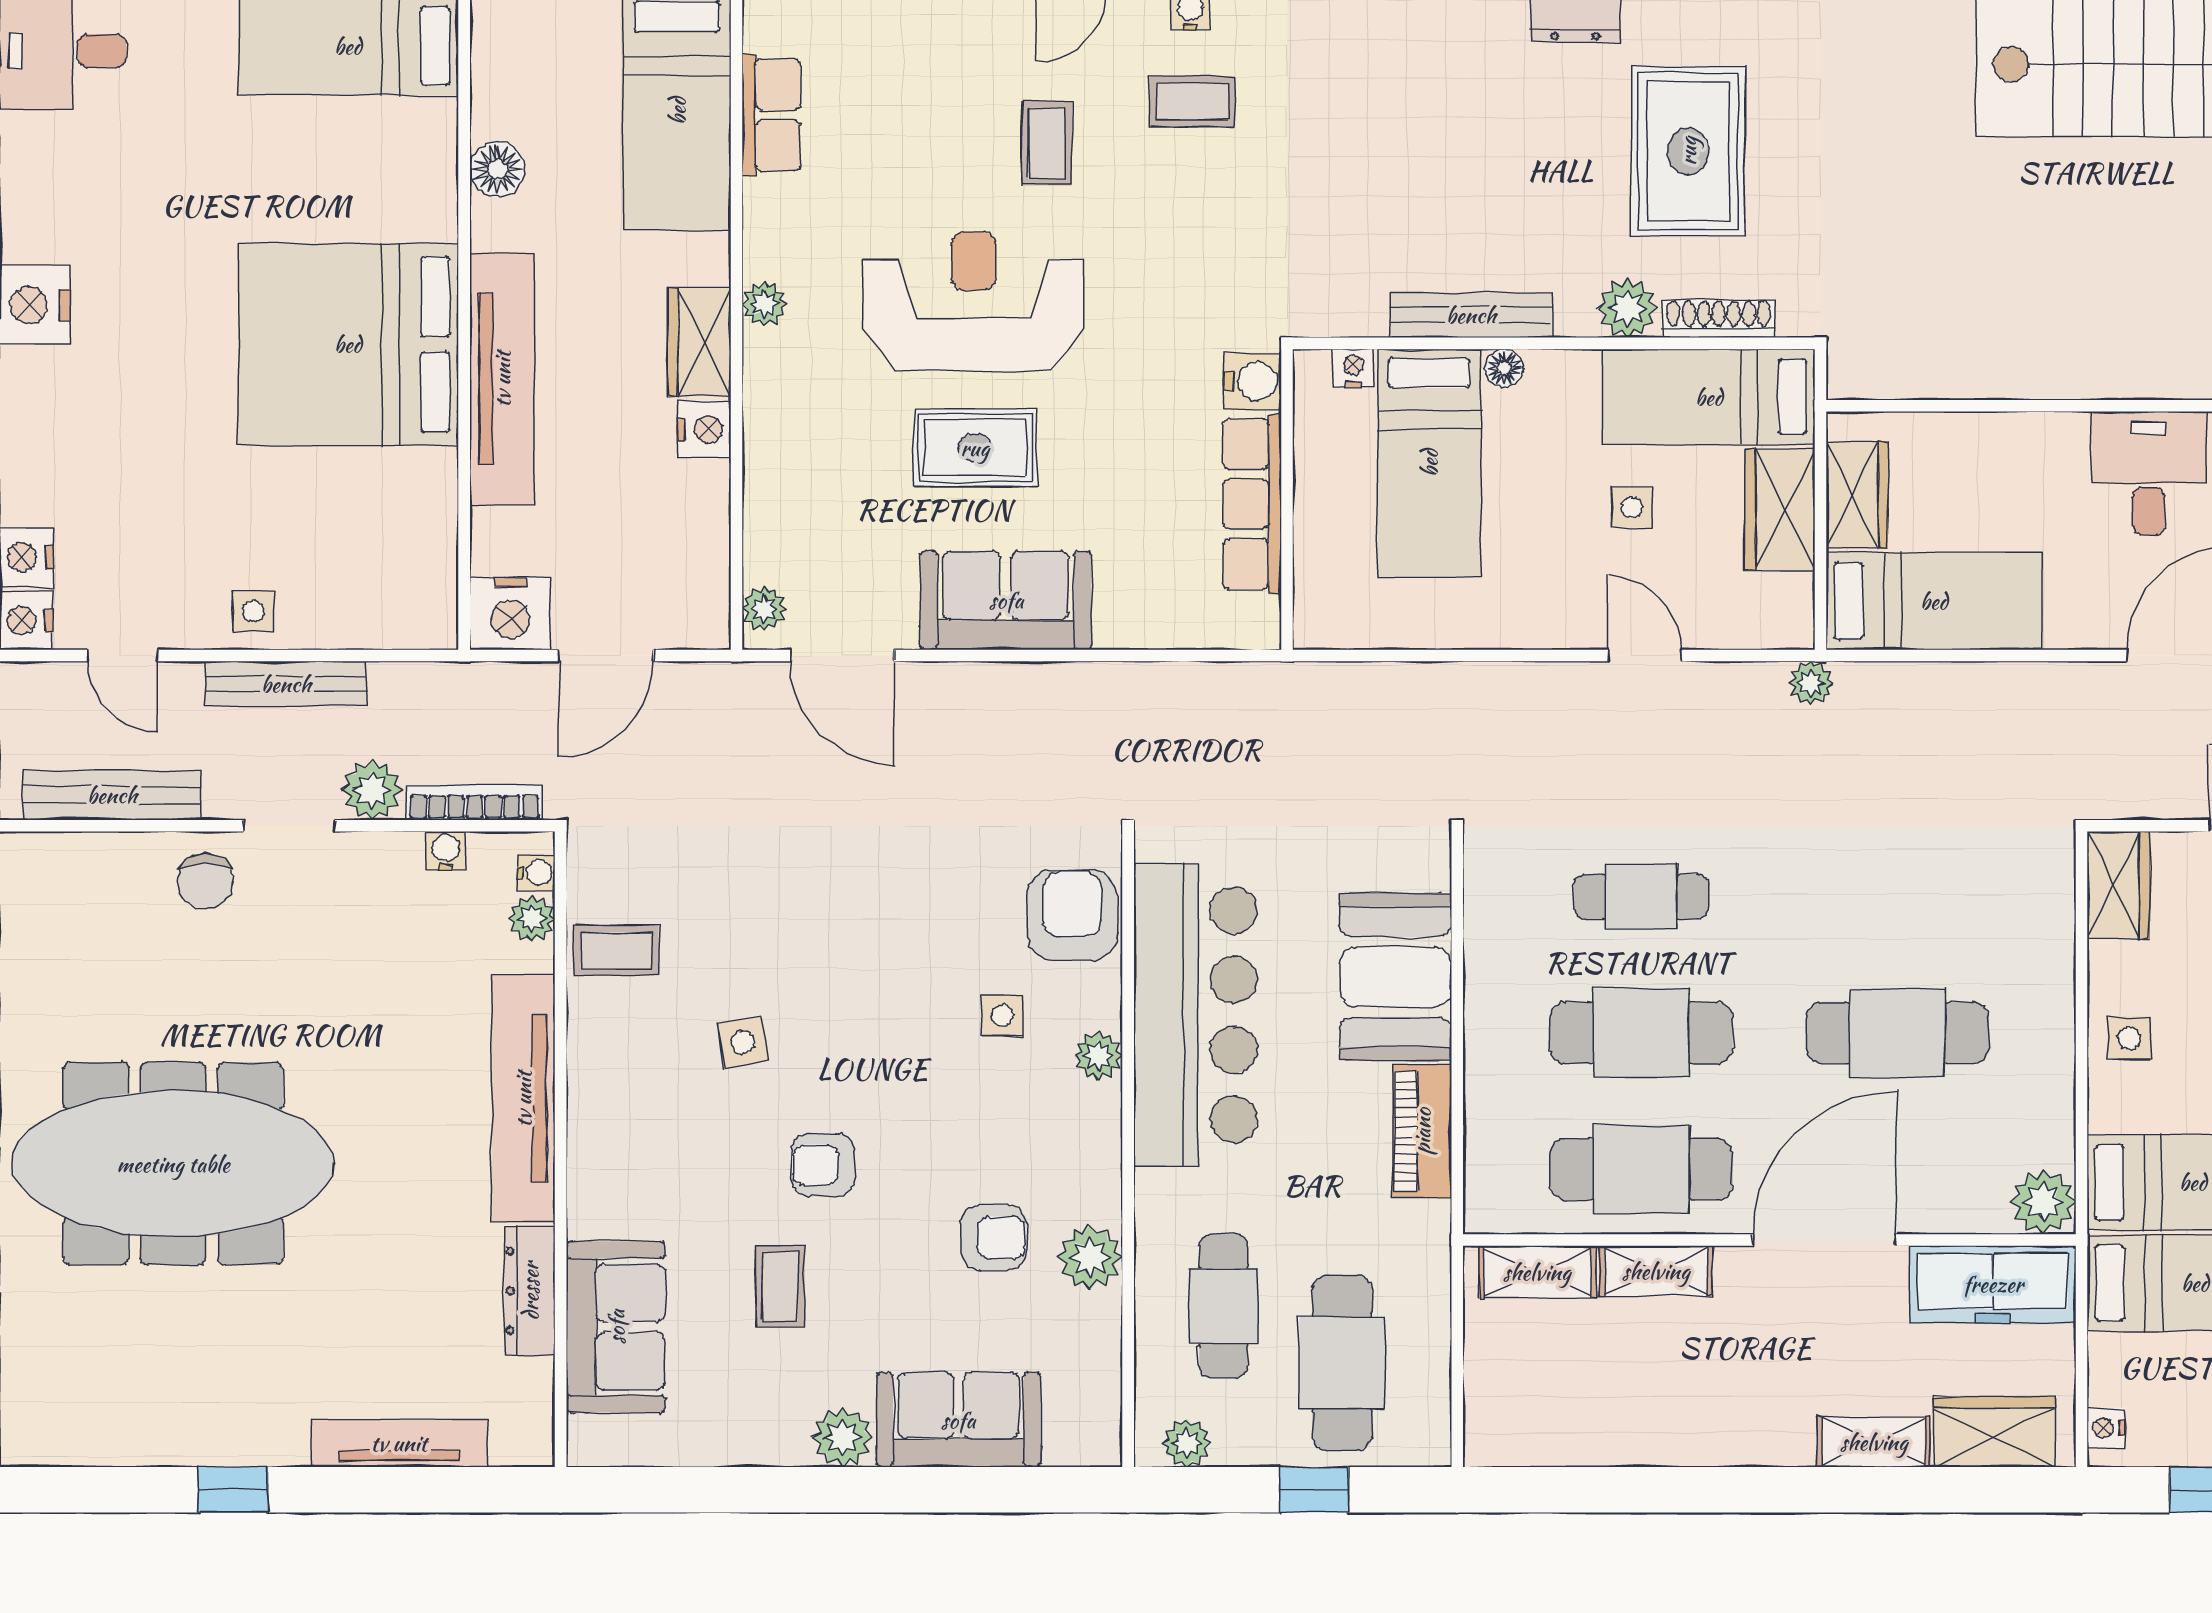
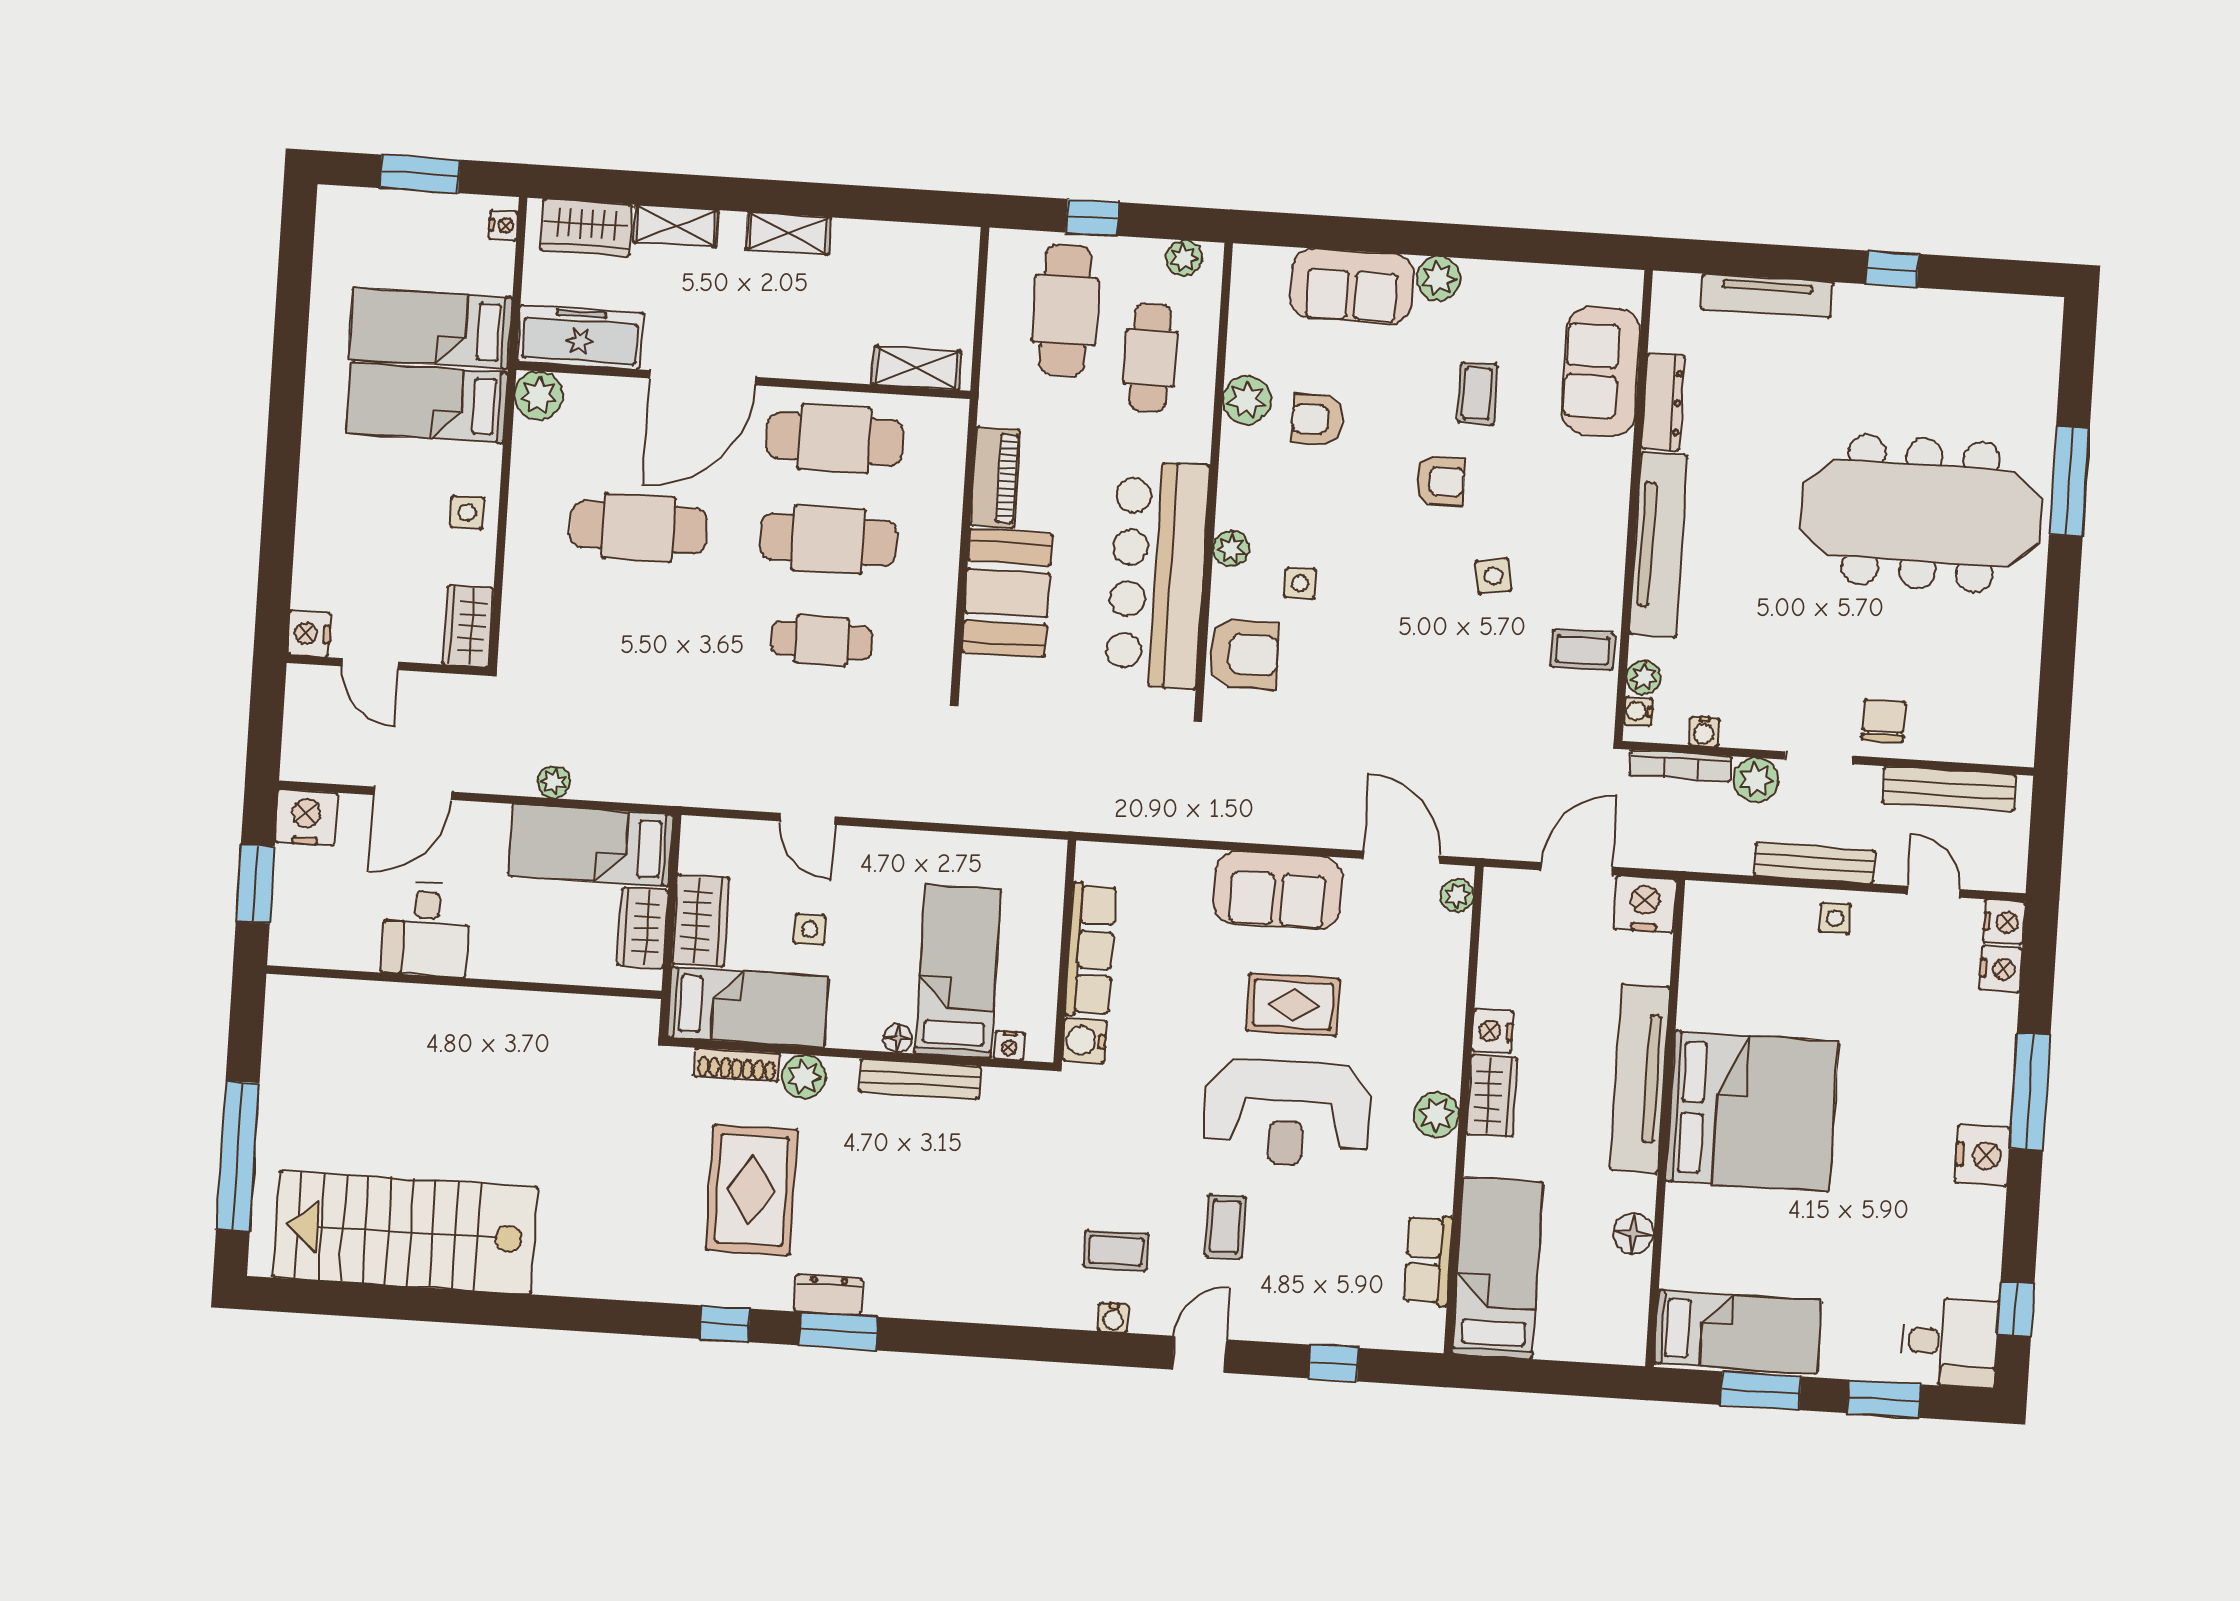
plant: (764, 304) -> (1436, 1115), width x1.38, depth x1.38
plant: (1811, 683) -> (554, 782), moved
armchair: (1072, 915) -> (1244, 654), turned -90
shelving: (1656, 1271) -> (788, 233), moved

